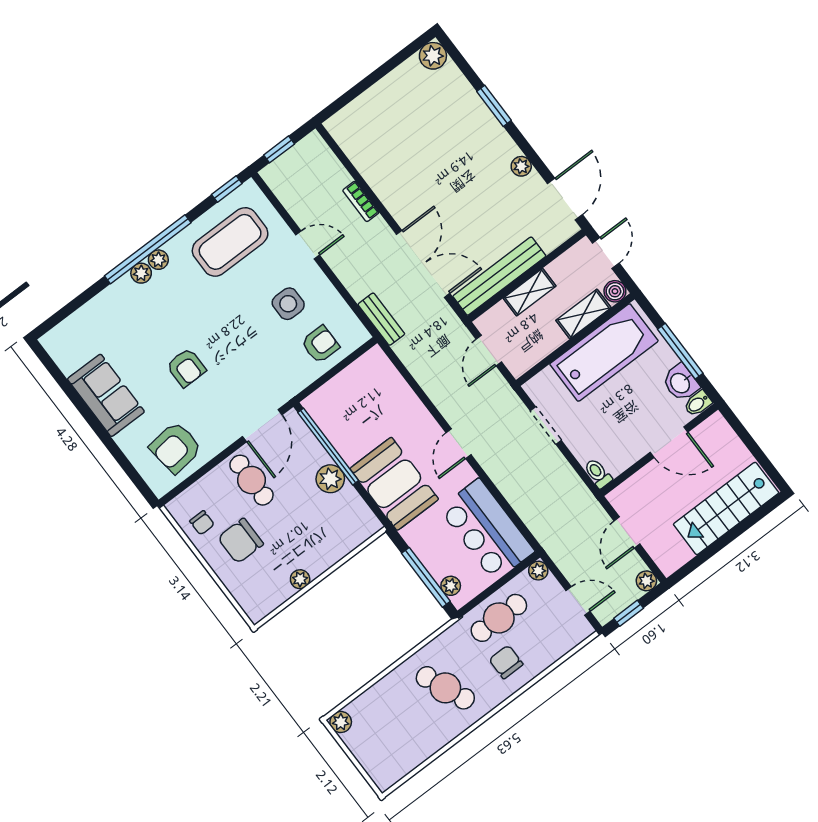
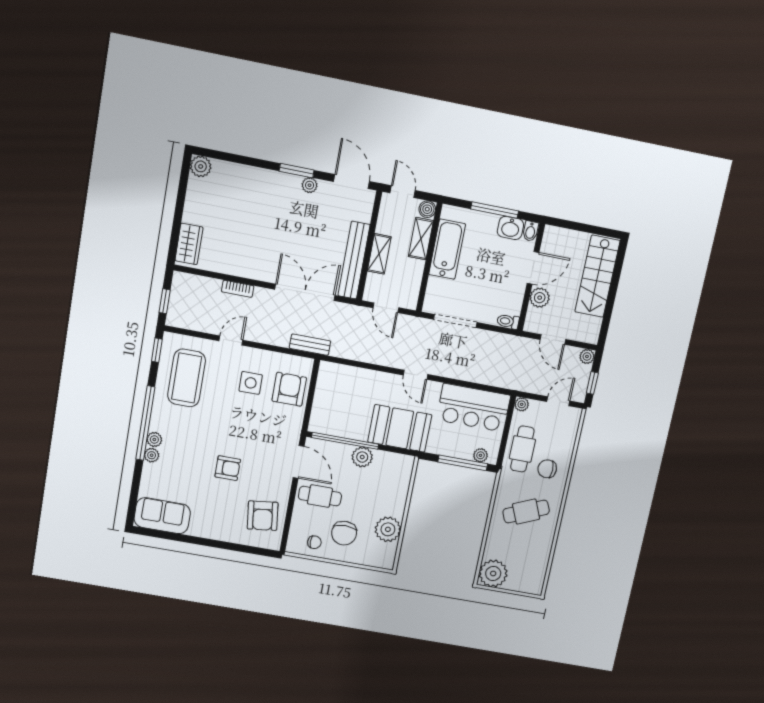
window: (494, 106) -> (297, 171), moved
wardrobe: (354, 117) -> (189, 244), added
plant: (158, 260) -> (152, 455), moved
armchair: (320, 344) -> (289, 389), width x1.38, depth x1.38
bathtub: (604, 352) -> (447, 249), width x0.73, depth x0.73
sofa: (106, 395) -> (162, 516), moved
doorway: (546, 425) -> (455, 321), width x1.38
plant: (650, 478) -> (540, 298), added
plant: (300, 579) -> (388, 529), width x1.87, depth x1.87
plant: (341, 722) -> (493, 574), width x1.87, depth x1.87

